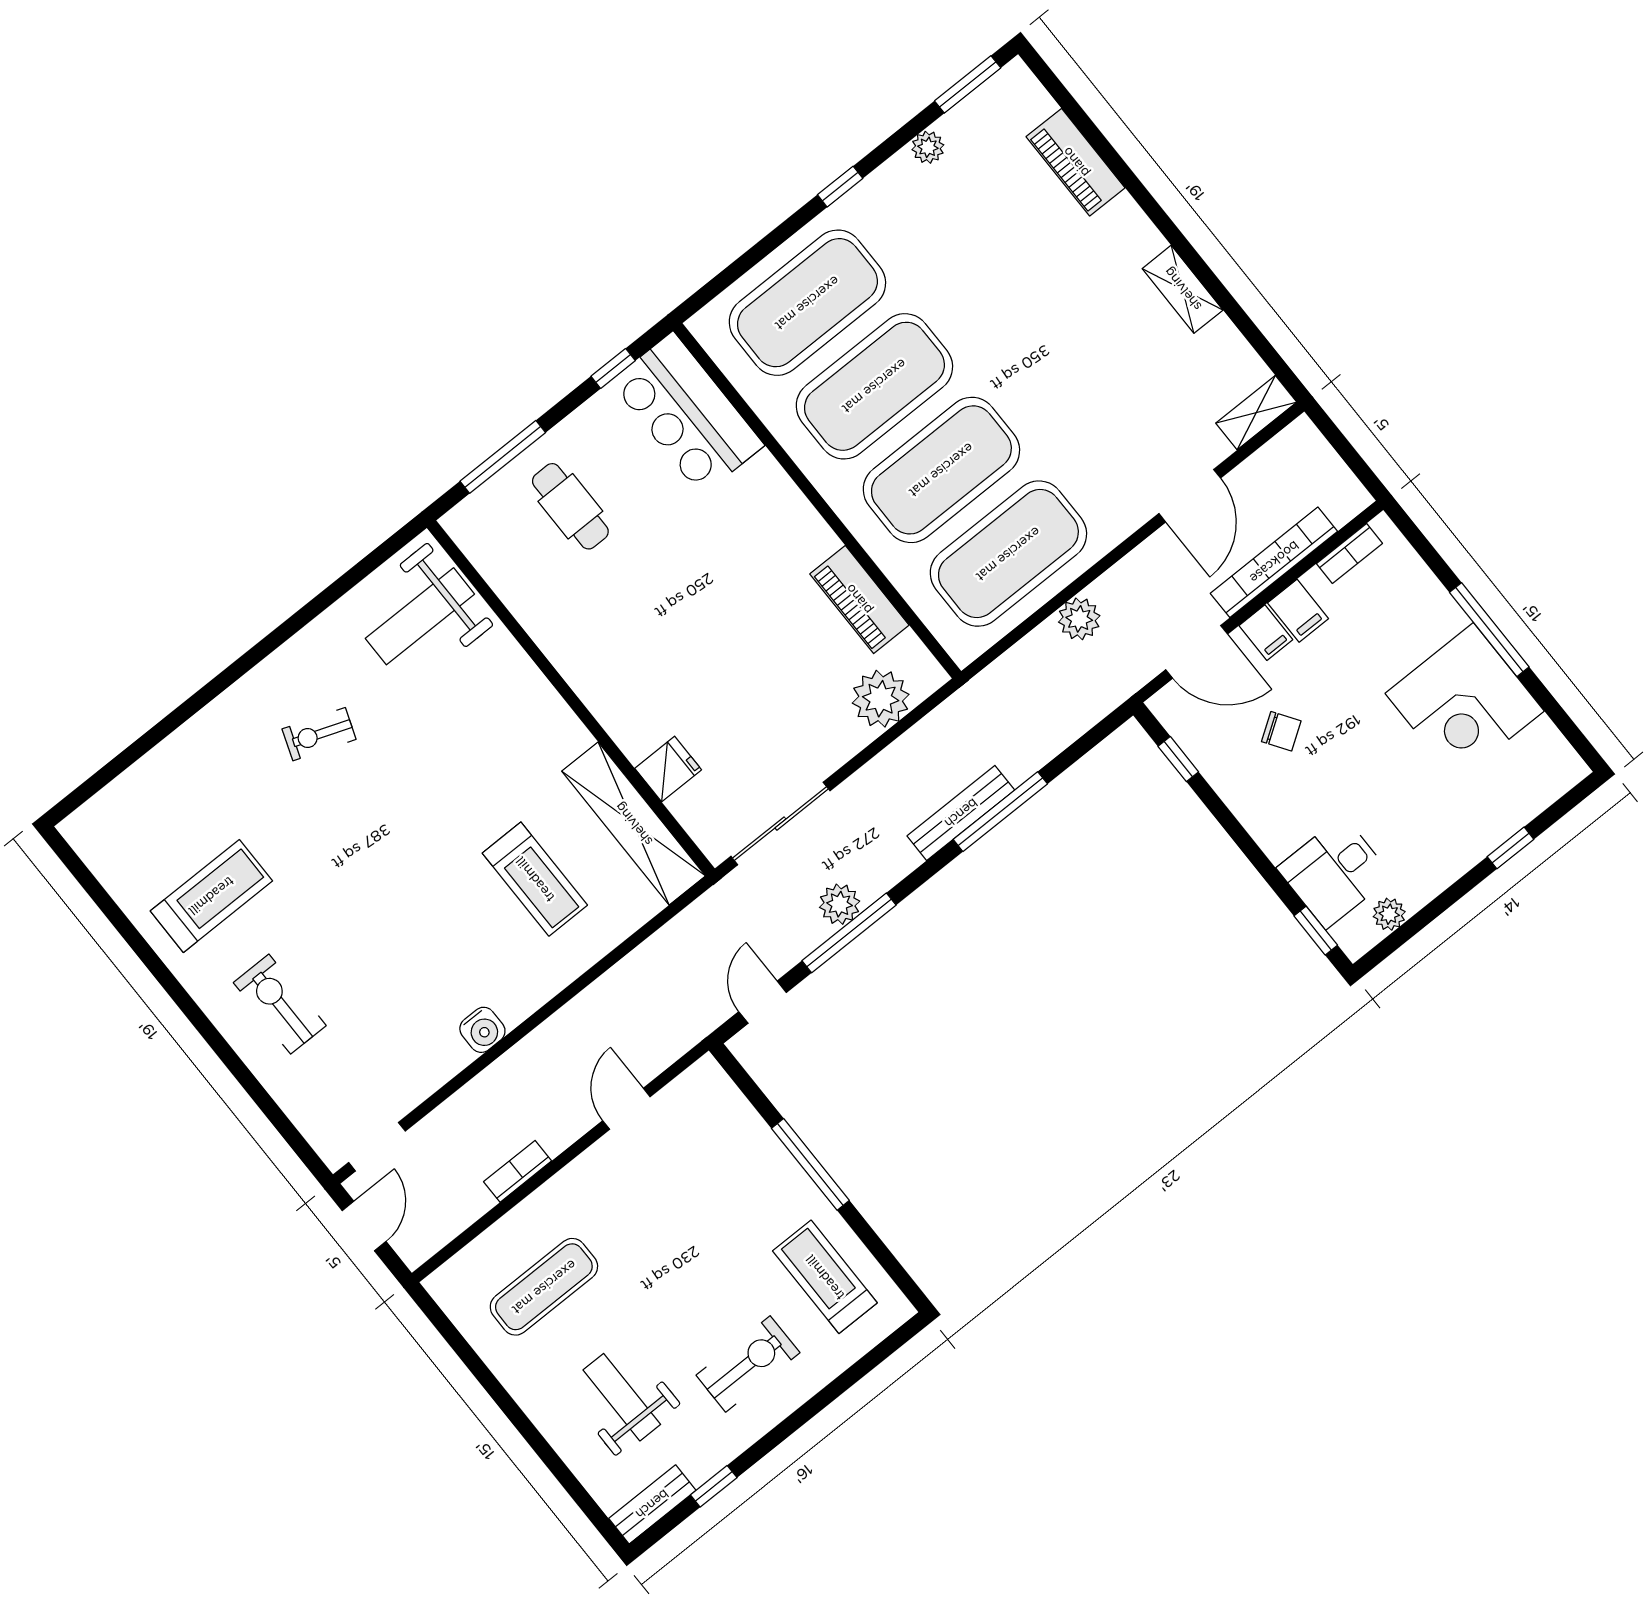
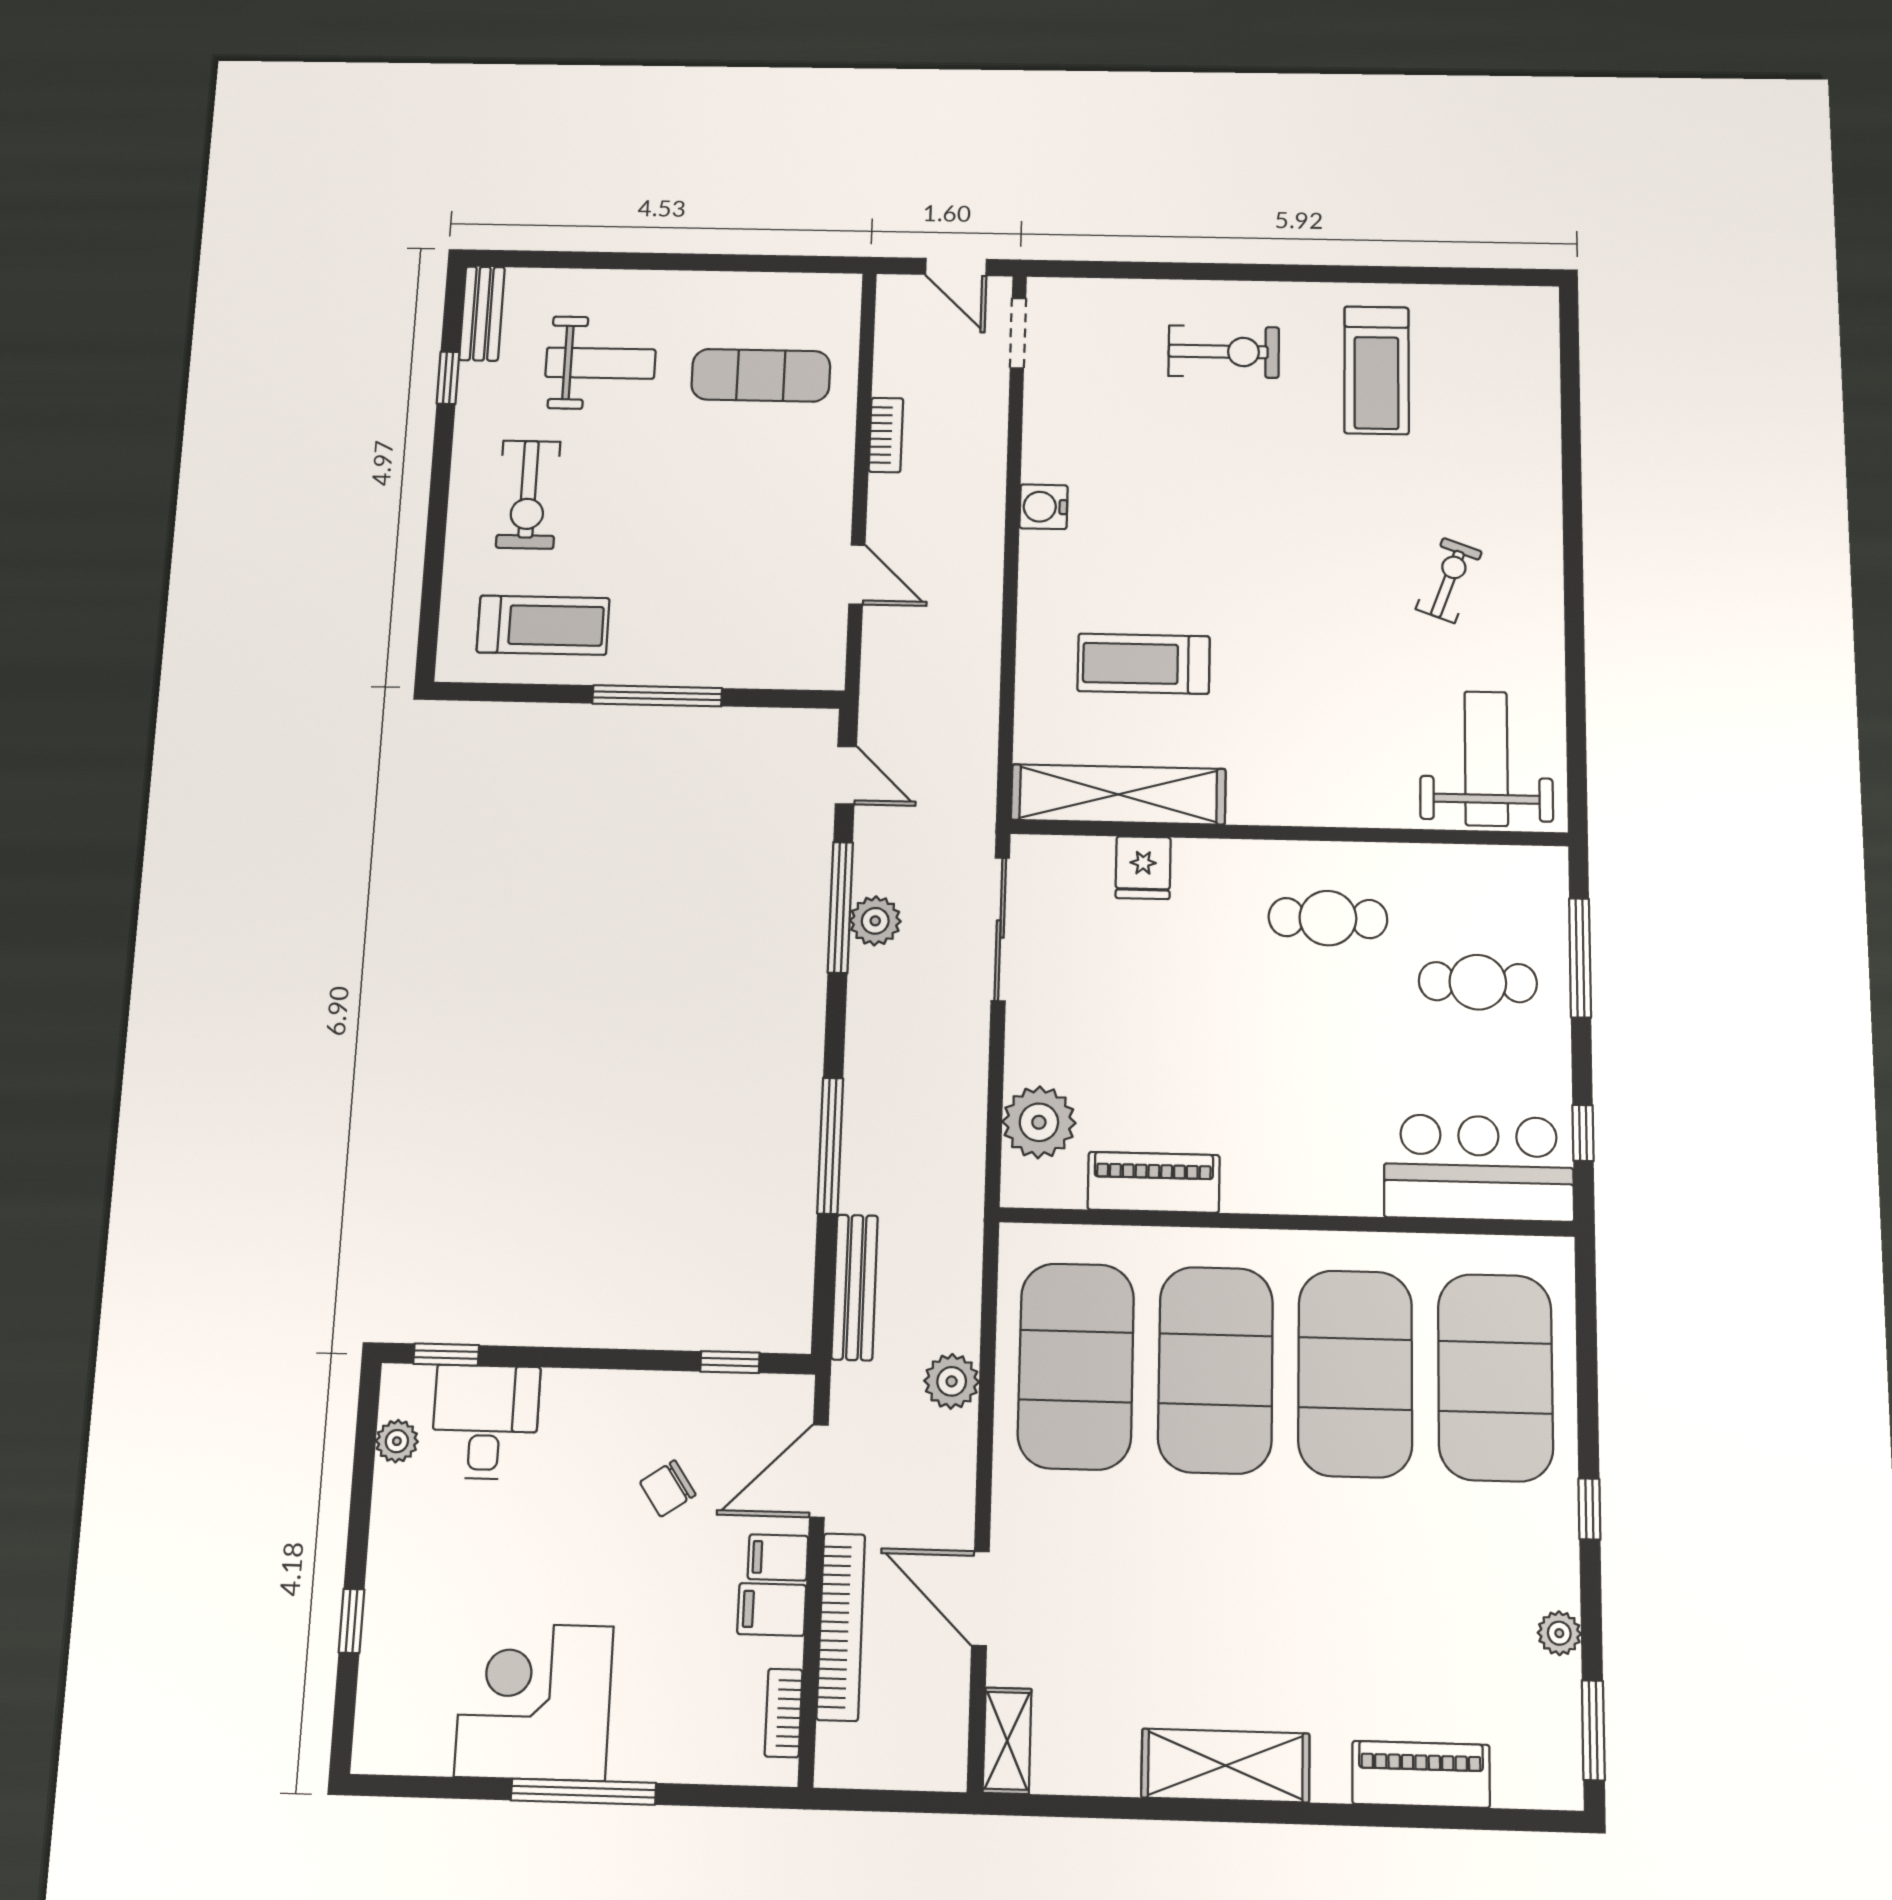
shelving: (1183, 289) -> (1225, 1765), width x1.50, depth x1.33
cafe table: (606, 630) -> (1328, 918), added
bench: (961, 813) -> (855, 1287), moved
exercise mat: (544, 1287) -> (761, 375), turned 90

